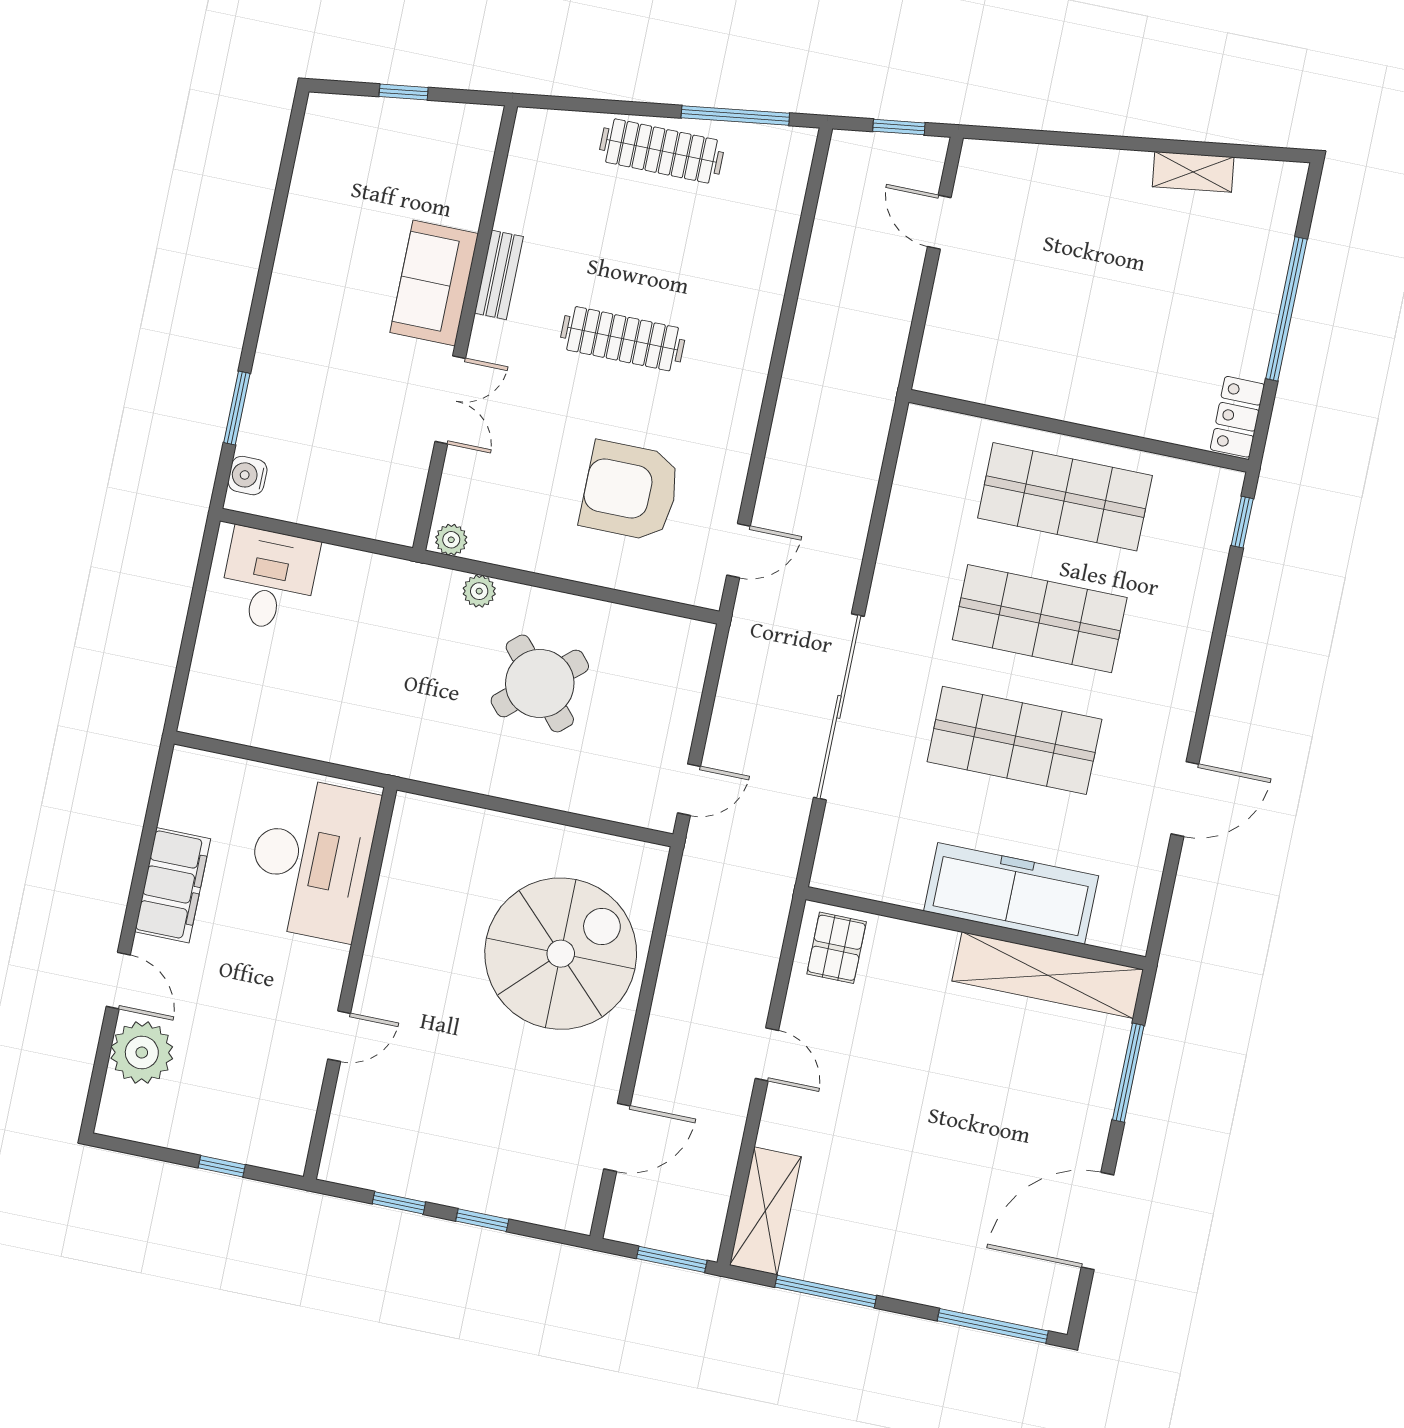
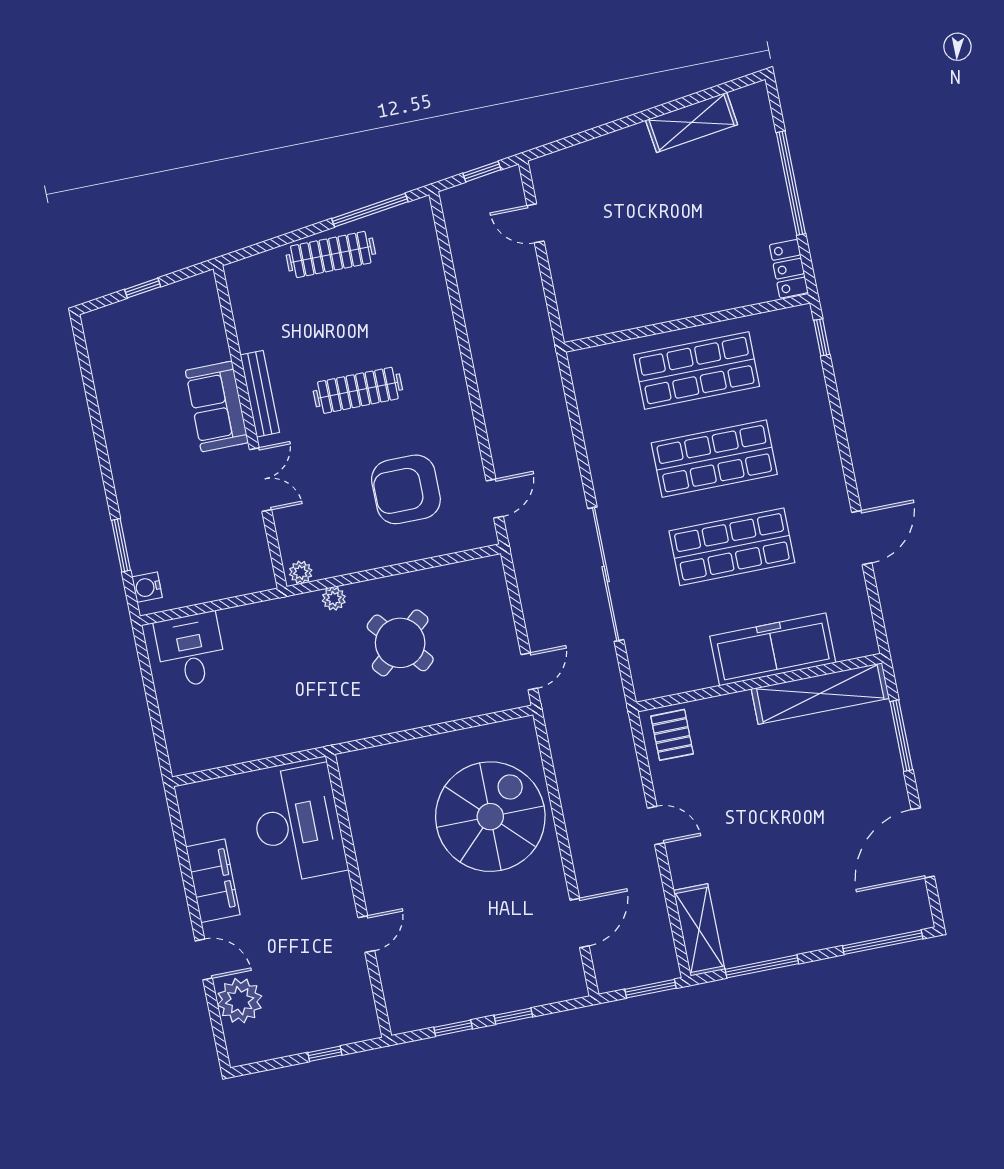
shelving: (1193, 172) -> (692, 122), width x1.50, depth x1.33
bench: (499, 275) -> (260, 394), width x1.36

